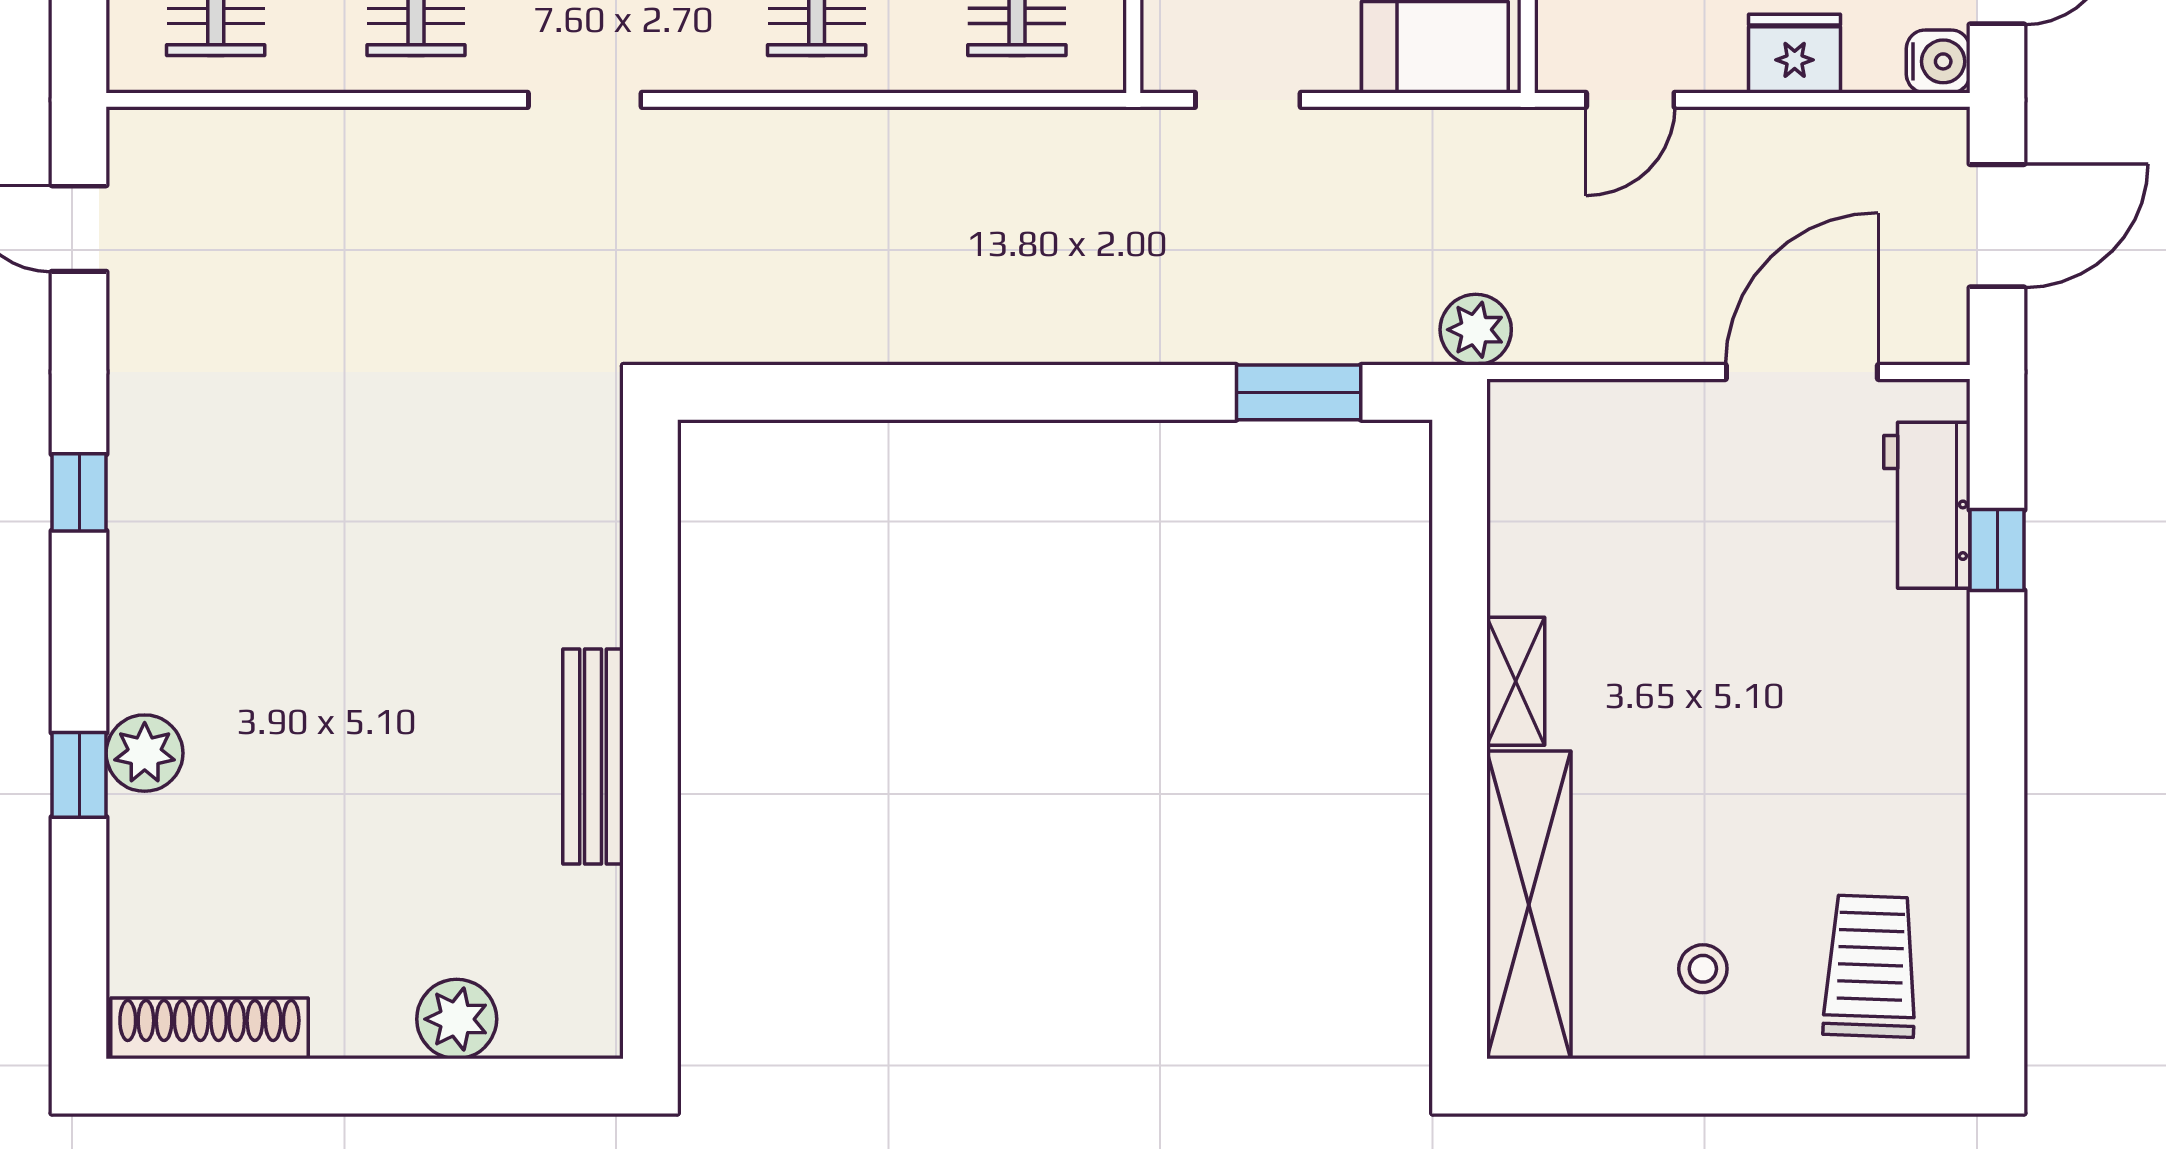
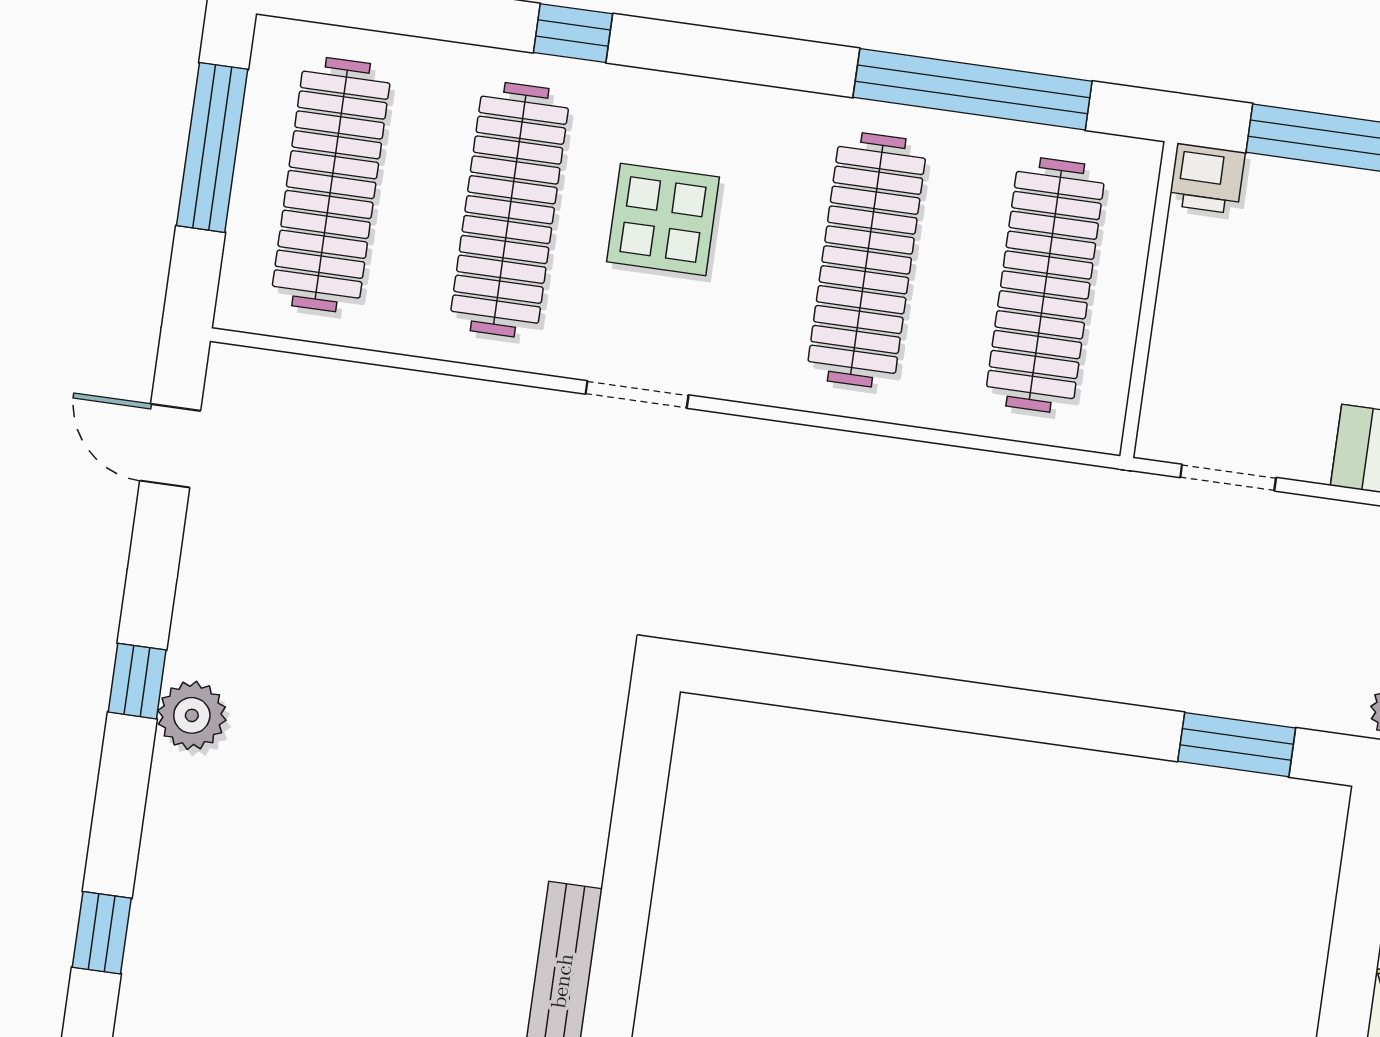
plant: (145, 753) -> (192, 715), moved

